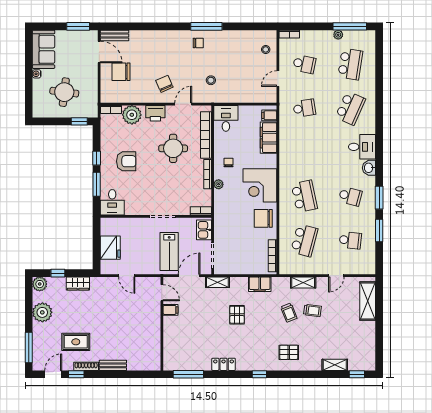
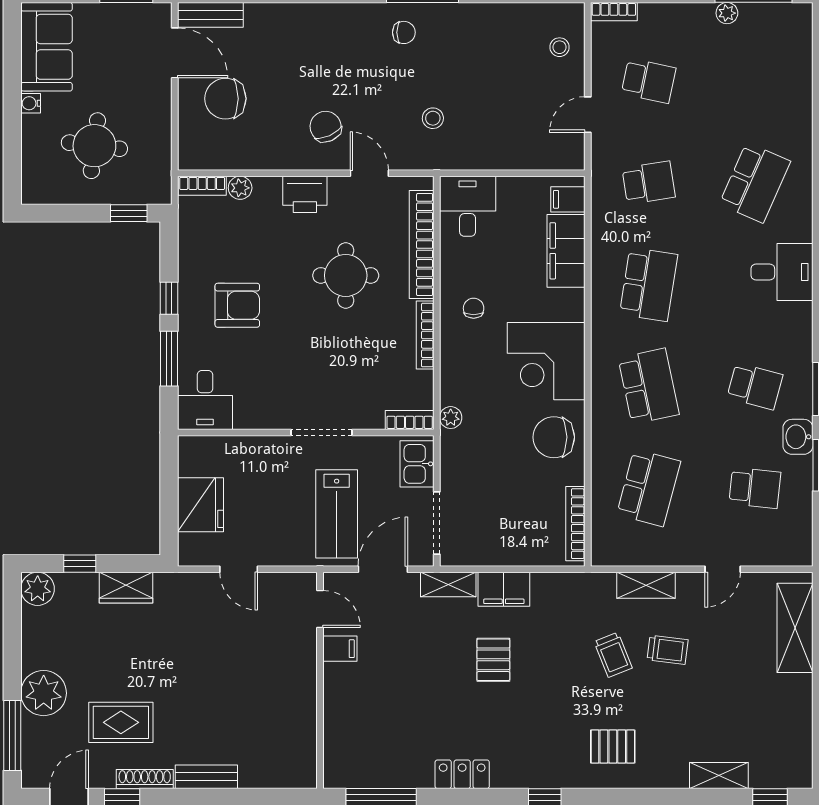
school desk: (350, 64) -> (649, 284), moved
door: (183, 104) -> (369, 173), hinge flipped
plant: (132, 115) -> (240, 188), width x0.53, depth x0.53
washbasin: (369, 168) -> (798, 437), moved
plant: (219, 184) -> (451, 418), moved
filing cabinet: (260, 284) -> (504, 589), moved
plant: (42, 312) -> (44, 693), moved

